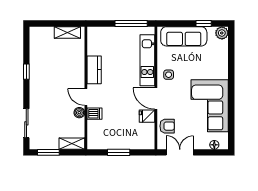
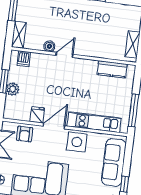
kitchen counter: (94, 70) -> (112, 69), moved
side table: (169, 75) -> (77, 142), width x1.87, depth x1.87
dishwasher: (94, 114) -> (24, 59), moved
plant: (125, 143) -> (13, 89), added

